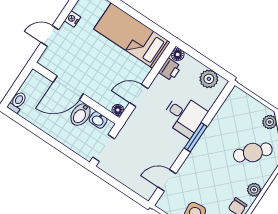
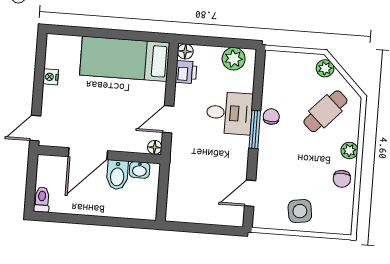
door: (50, 36) -> (35, 128), moved
chair: (212, 135) -> (271, 117), added
doorway: (104, 148) -> (162, 197), removed

